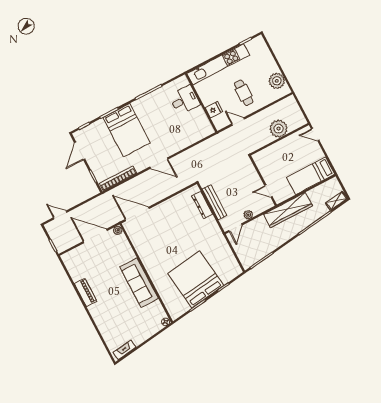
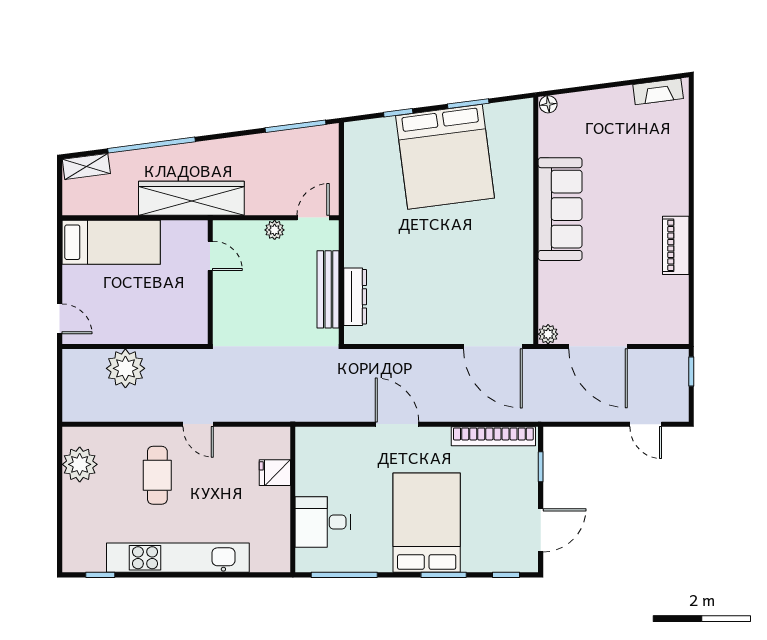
desk: (184, 100) -> (323, 522), moved
wall: (201, 103) -> (293, 500), moved
fridge: (214, 110) -> (275, 473), moved

